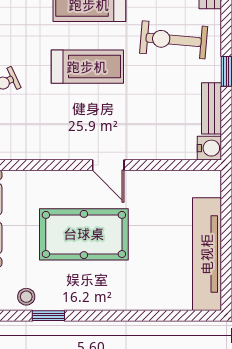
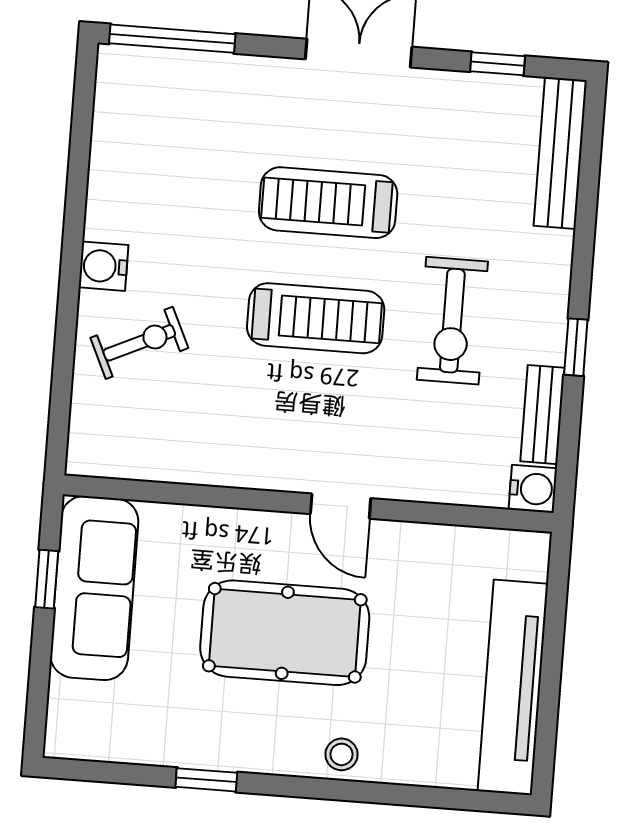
exercise bike: (174, 40) -> (452, 321), moved, turned -95
stool: (26, 297) -> (342, 754), moved

